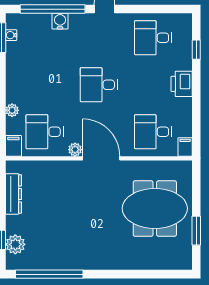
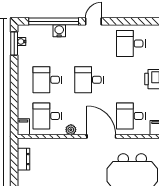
desk: (45, 85) -> (47, 80), added
plant: (12, 110) -> (22, 99), removed
door: (101, 158) -> (101, 136), moved
dresser: (14, 194) -> (23, 159), width x0.70

